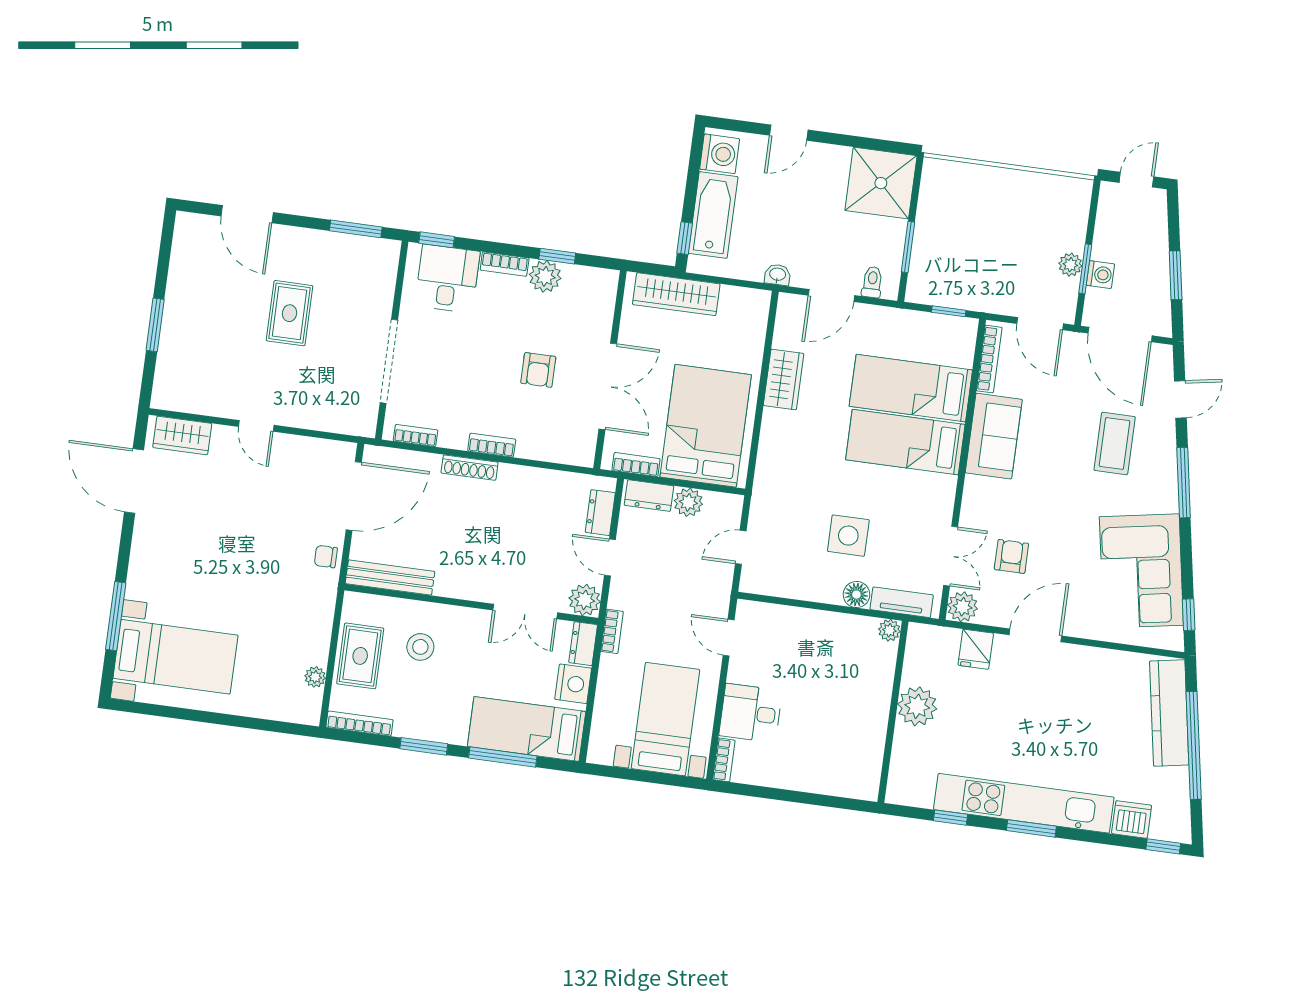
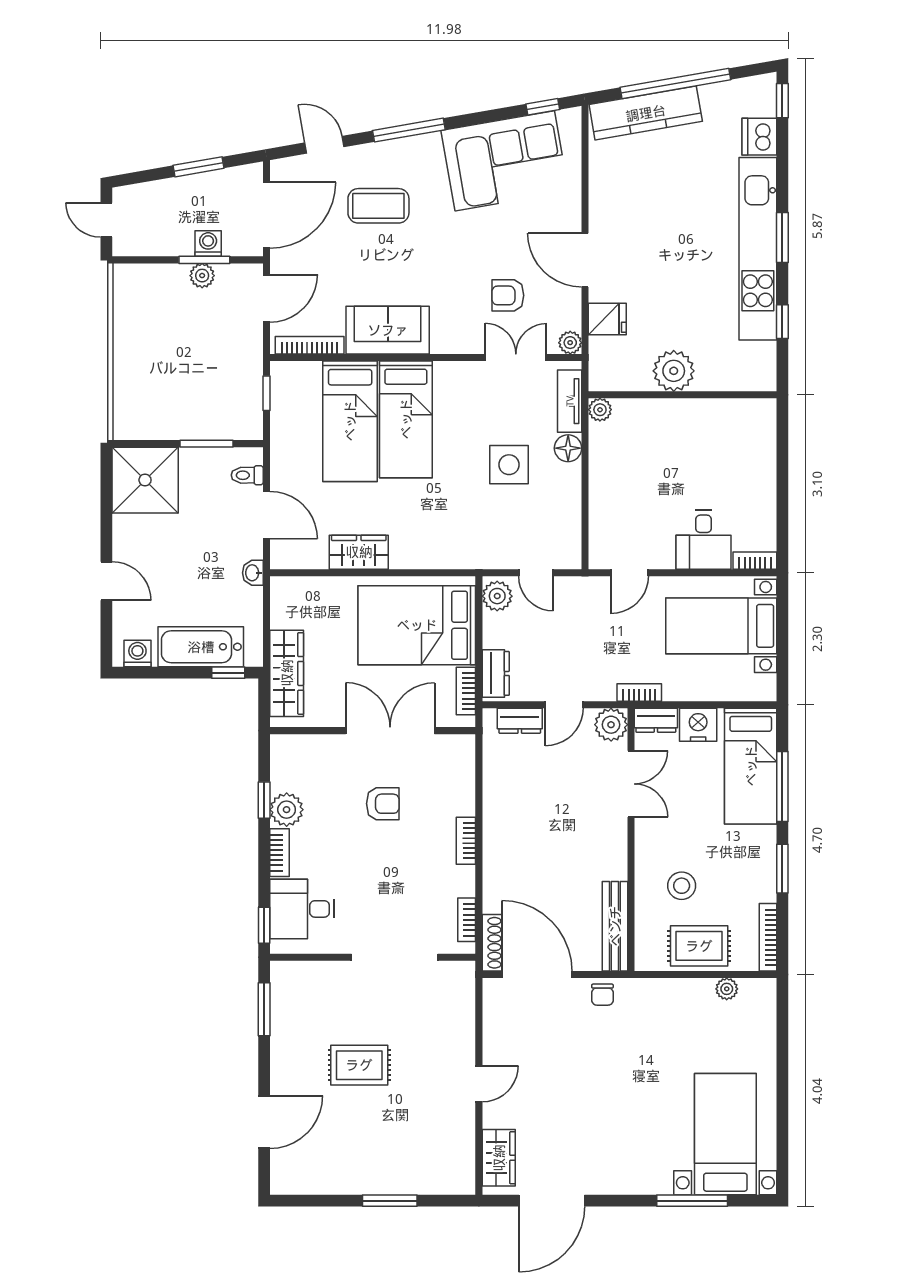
washing machine: (720, 154) -> (137, 654), width x0.73, depth x0.73
shoe rack: (470, 468) -> (492, 943), moved
plant: (688, 502) -> (497, 596), moved
plant: (963, 607) -> (570, 343), width x0.73, depth x0.73

